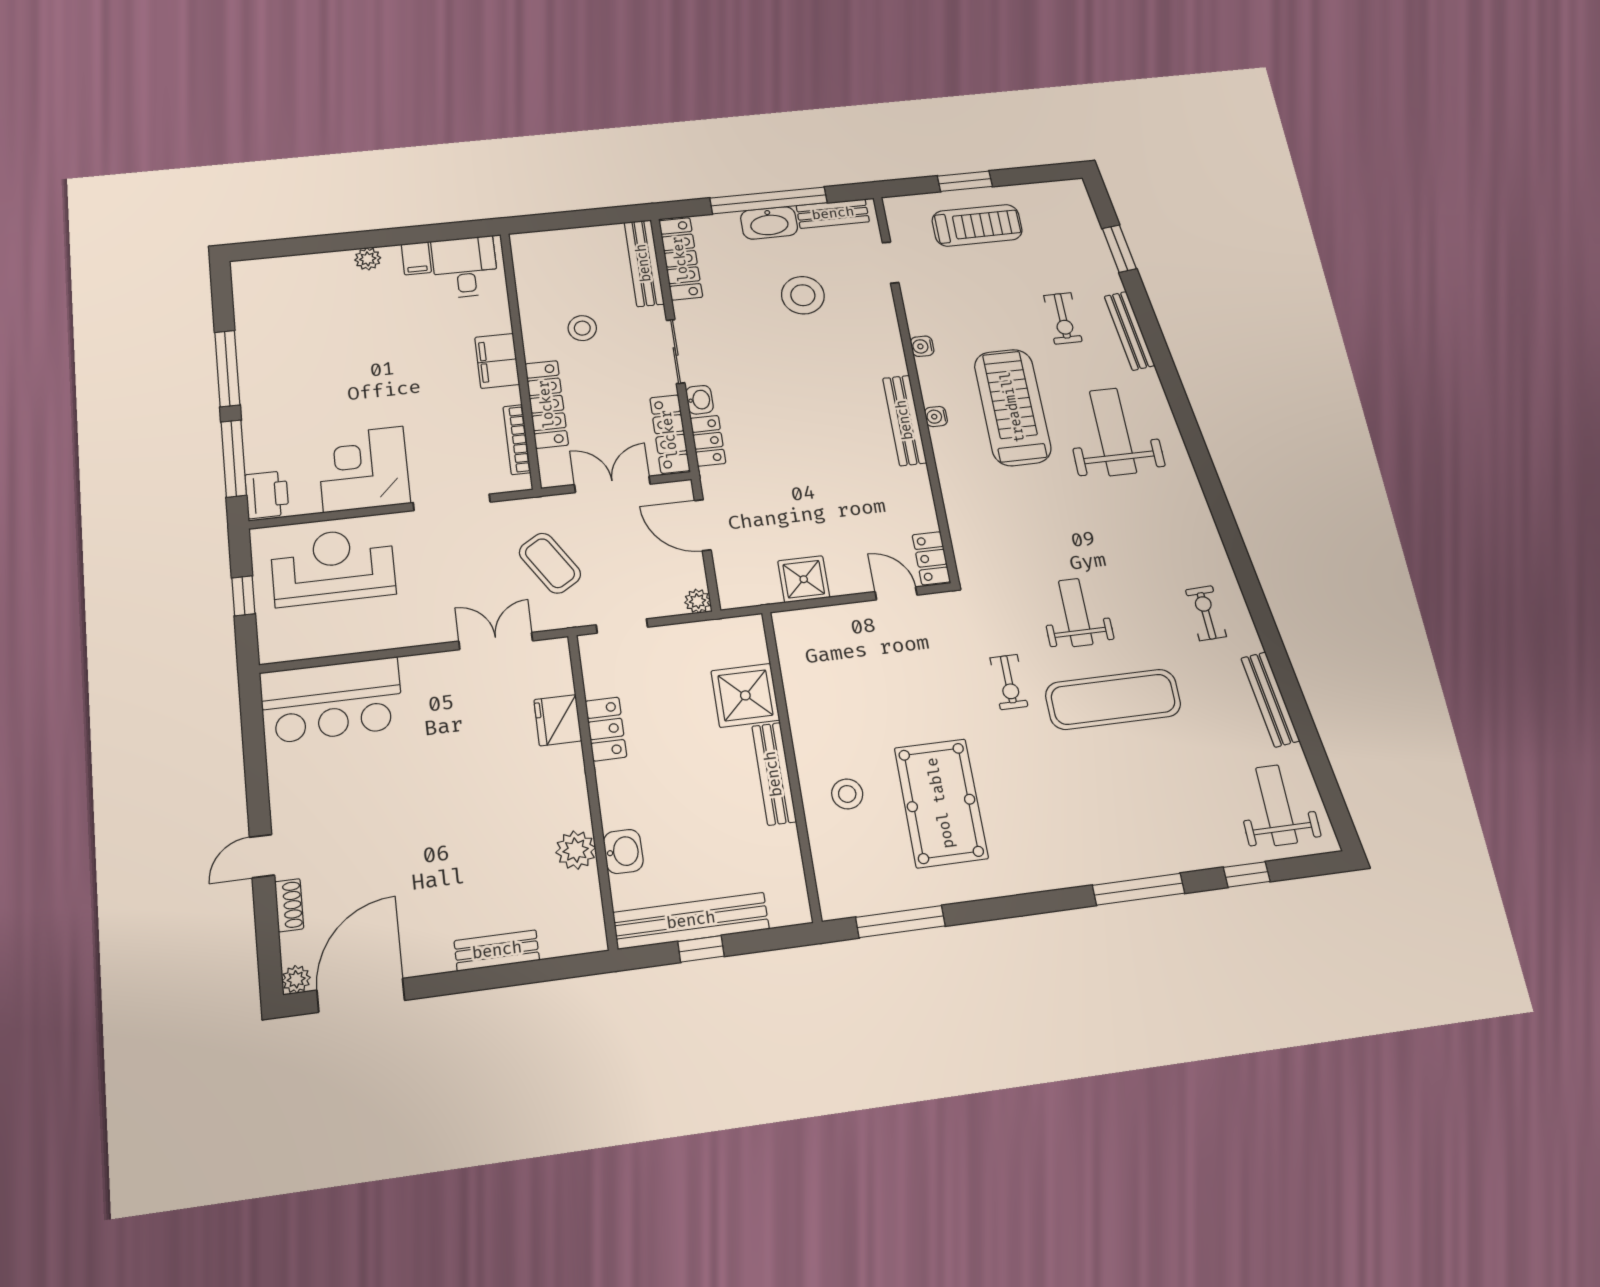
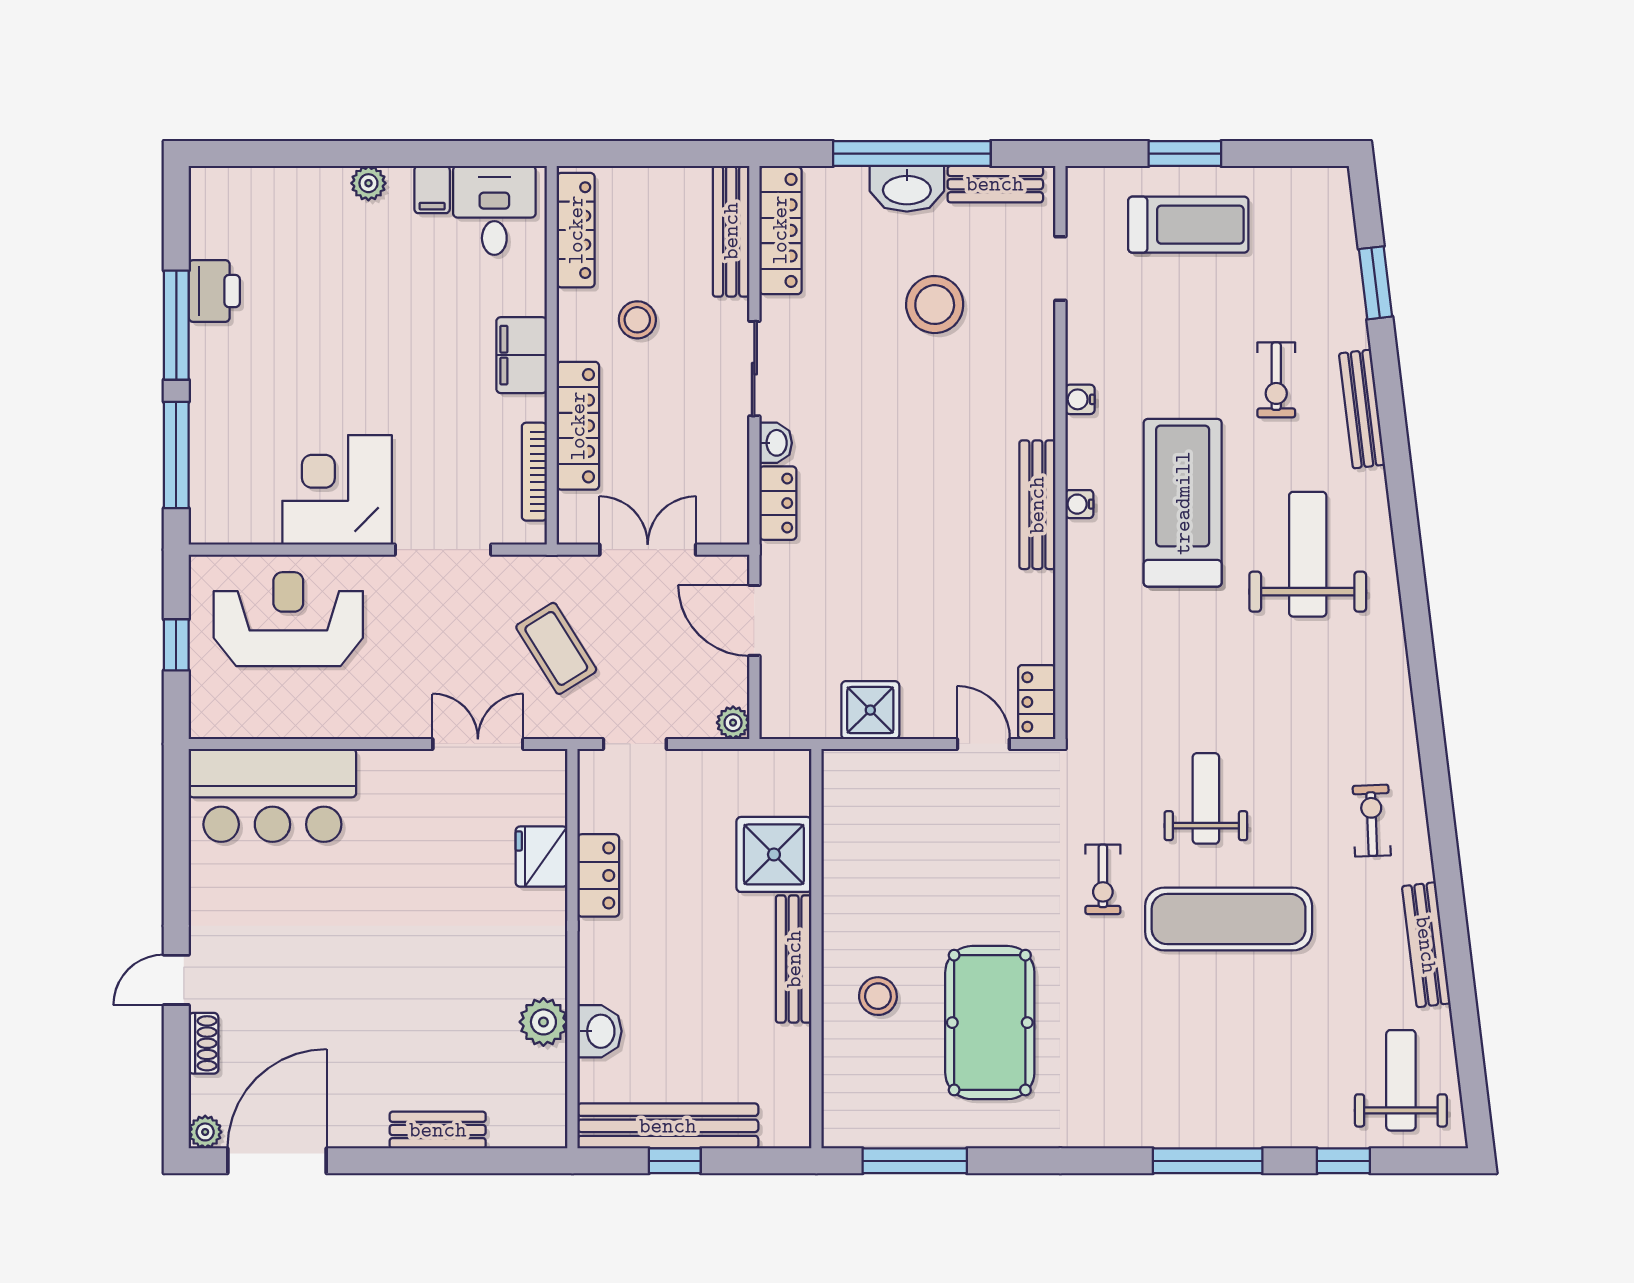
locker: (670, 434) -> (576, 230), moved, turned 180
printer: (267, 495) -> (214, 291), moved

